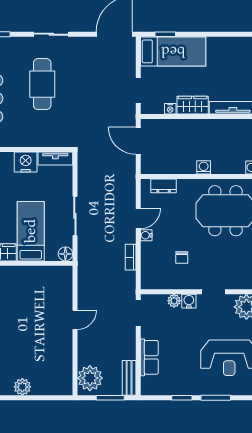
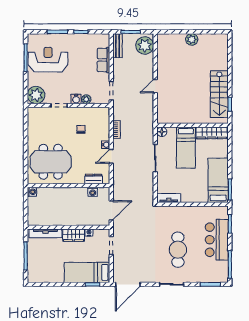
door: (138, 141) -> (111, 210), hinge flipped
nightstand: (26, 162) -> (189, 196), removed
washing machine: (204, 167) -> (93, 192), moved

